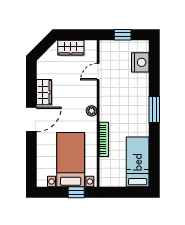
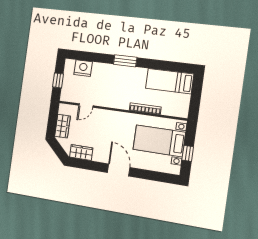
door: (98, 72) -> (86, 106), hinge flipped
wardrobe: (44, 92) -> (81, 153), moved
plant: (92, 111) -> (119, 116), removed
window: (76, 192) -> (188, 153), moved

